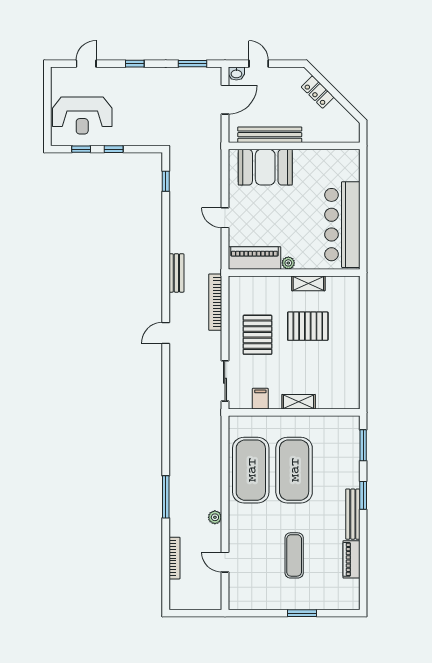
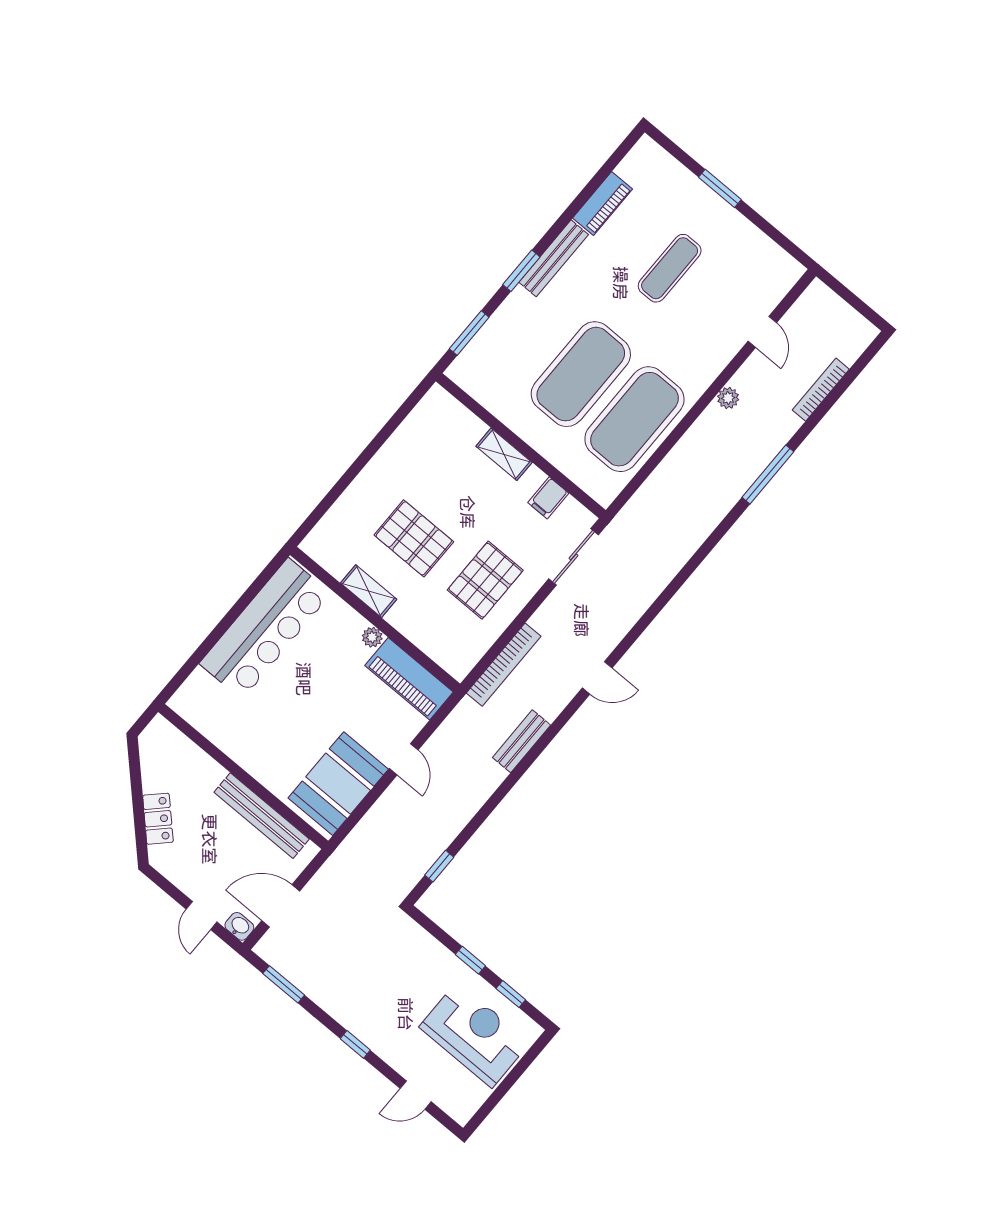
booth: (265, 167) -> (338, 784), moved, turned 90

